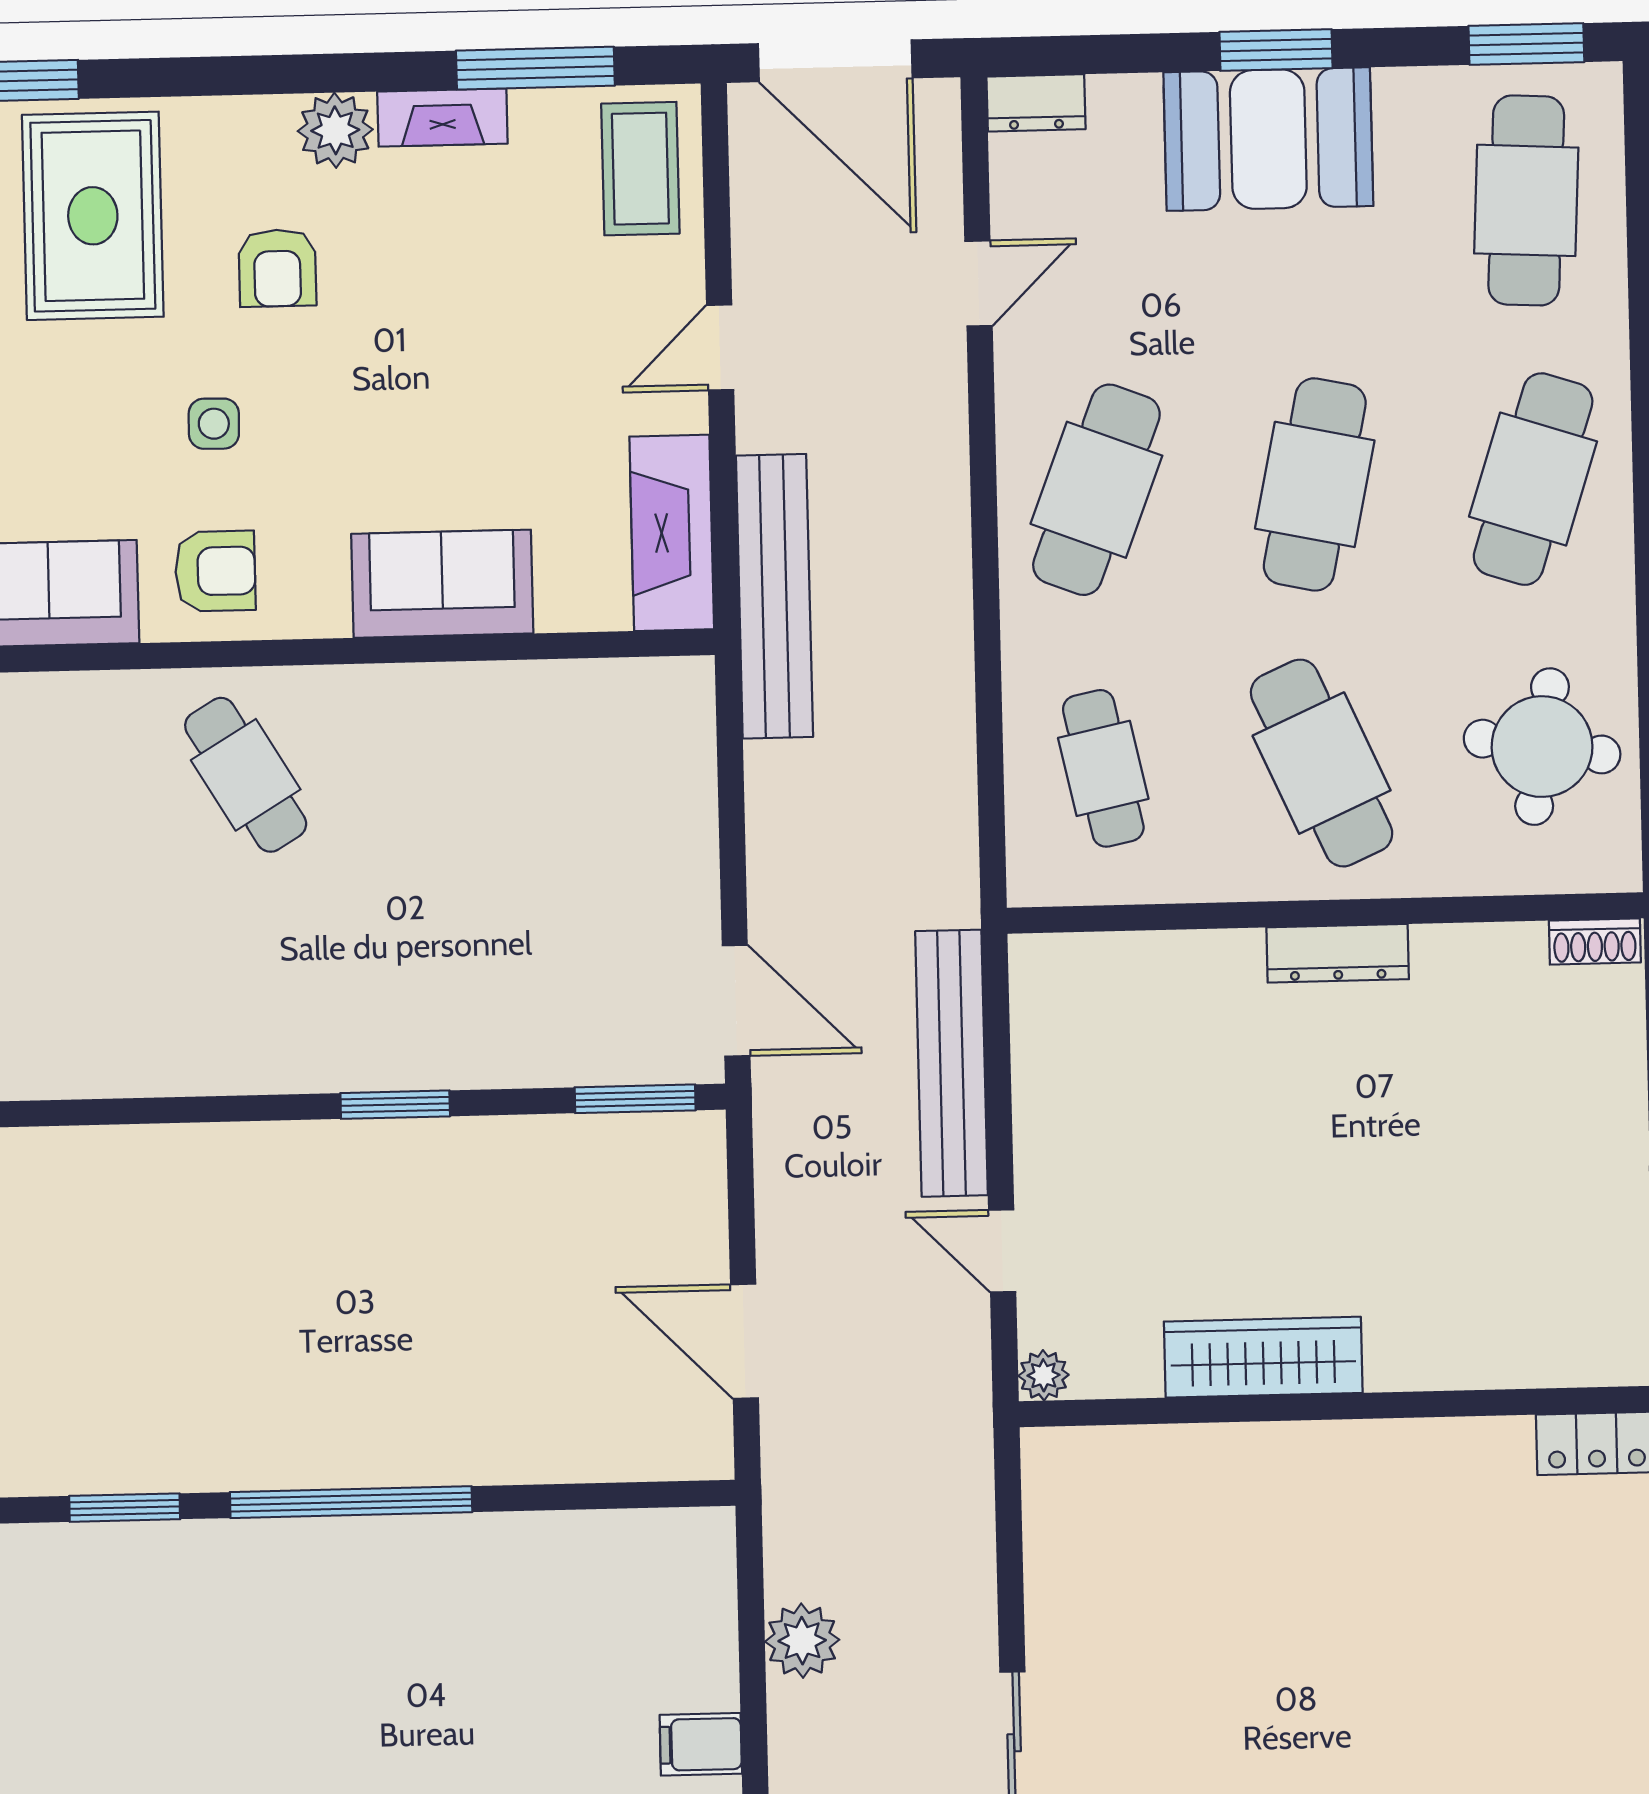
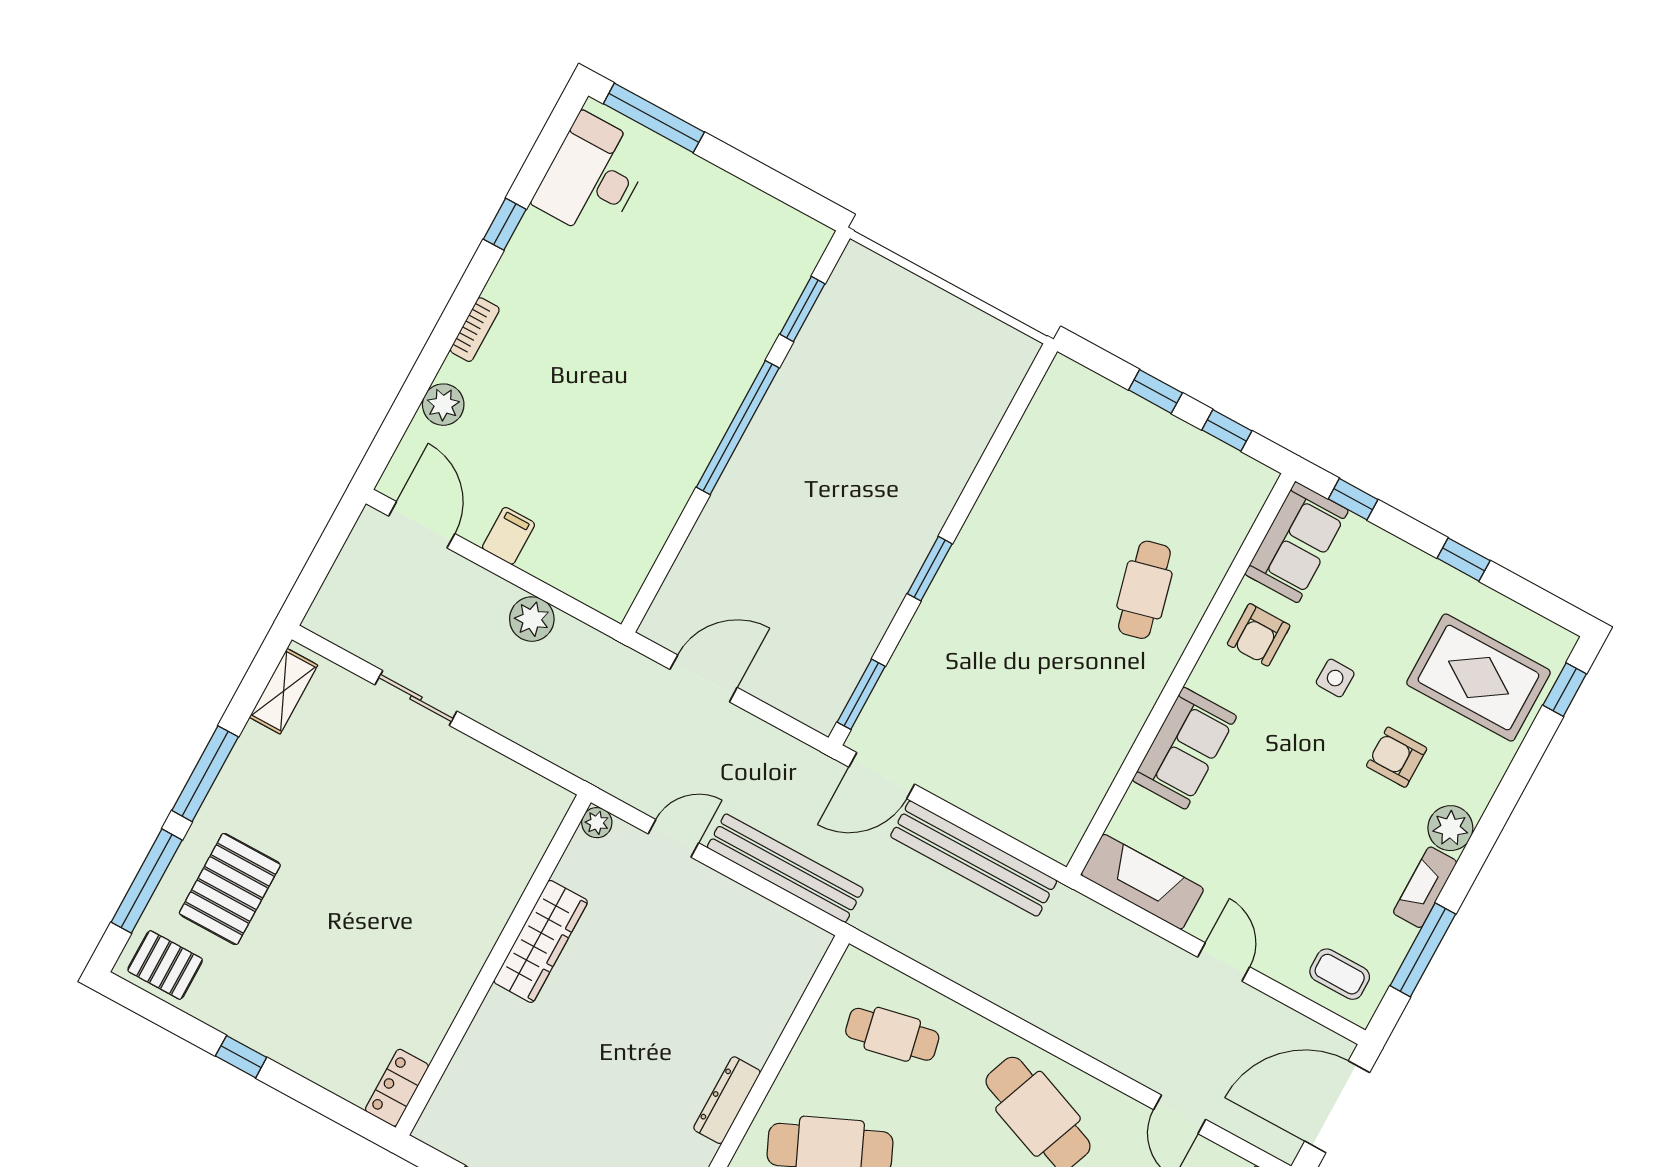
coffee table: (640, 169) -> (1340, 974), width x0.73, depth x0.77
bench: (774, 596) -> (974, 858), moved
cafe table: (246, 775) -> (1144, 590), turned -73

